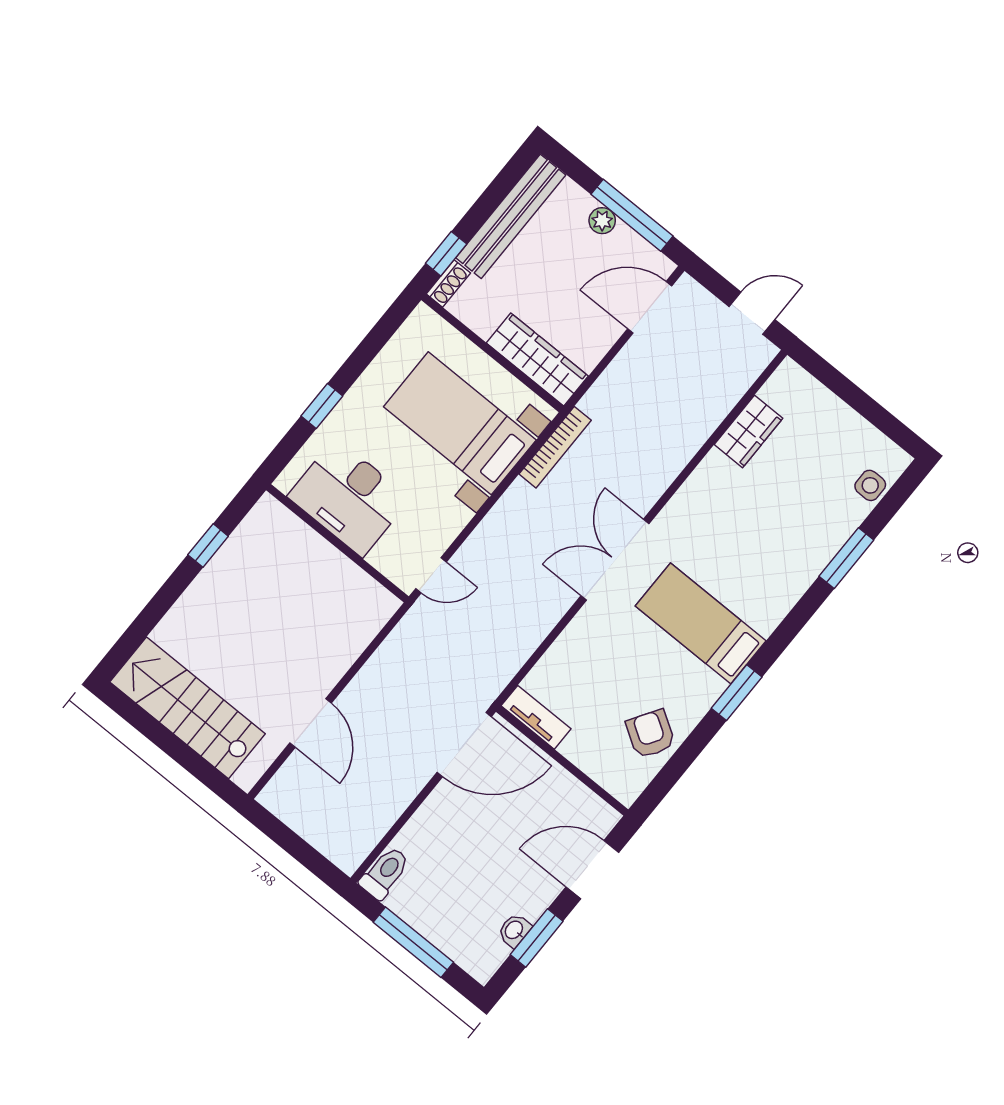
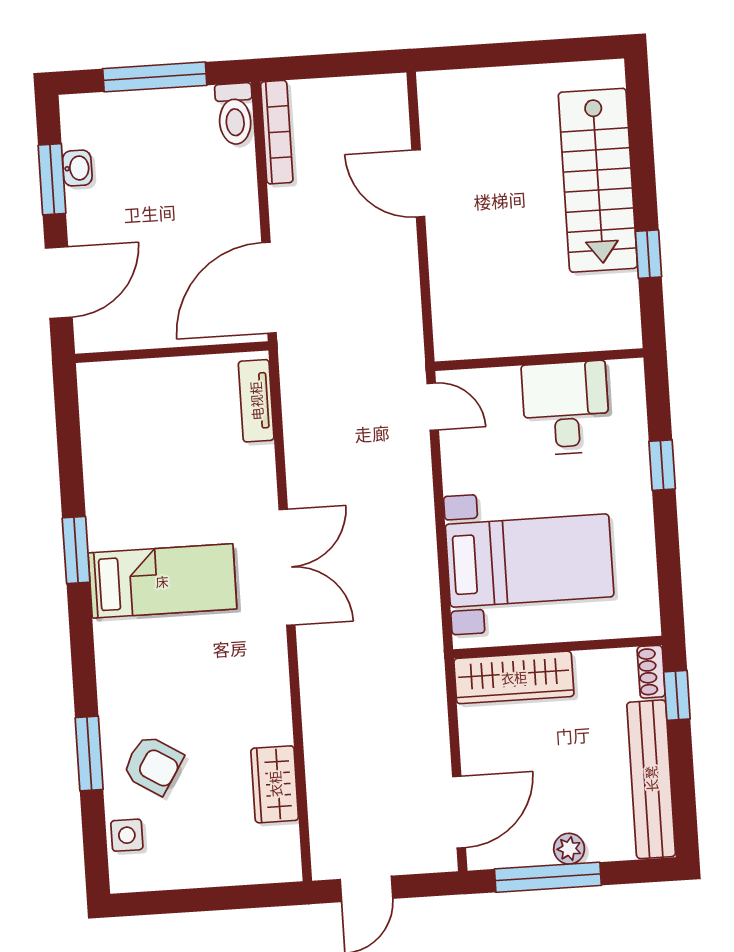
bookcase: (555, 447) -> (277, 132), moved, turned 180
desk: (349, 497) -> (566, 408), width x0.73
door: (431, 575) -> (433, 407), swing flipped
stairs: (188, 708) -> (598, 180), moved, turned 90
tv unit: (536, 717) -> (256, 401), moved, turned 90
armchair: (651, 734) -> (153, 765), moved

